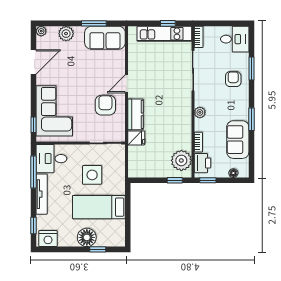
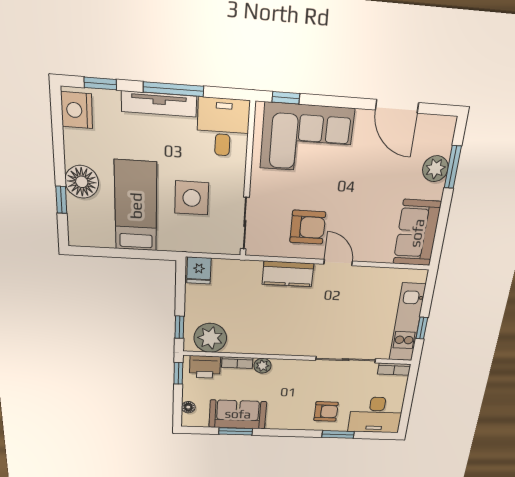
window: (94, 23) -> (453, 167), moved
plant: (41, 31) -> (448, 125), removed
desk: (235, 39) -> (376, 415), width x1.37
plant: (200, 112) -> (262, 366), moved
window: (251, 119) -> (236, 431), moved
fridge: (136, 138) -> (199, 270), moved
window: (33, 172) -> (174, 89), moved

